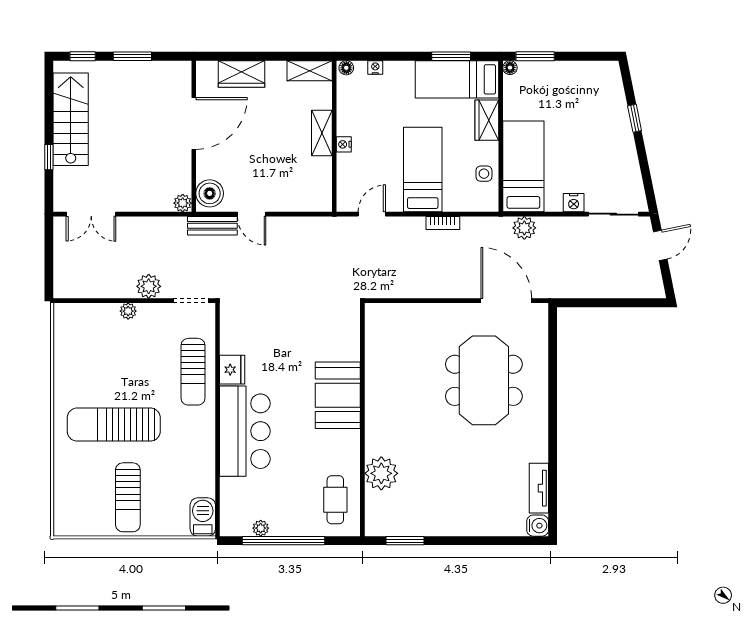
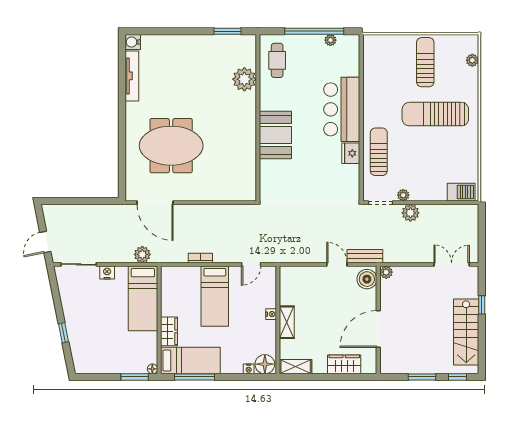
window: (451, 56) -> (194, 377), width x1.44
floor lamp: (346, 68) -> (265, 364), width x1.89, depth x1.89
side table: (484, 174) -> (171, 293), removed
plant: (128, 311) -> (403, 195), moved
meeting table: (484, 380) -> (171, 146), turned 90
sun lounger: (114, 425) -> (435, 114), turned 180
tv unit: (539, 488) -> (132, 76), width x1.41
plant: (62, 500) -> (472, 60), added
barbecue: (203, 517) -> (461, 192), moved, turned -90

